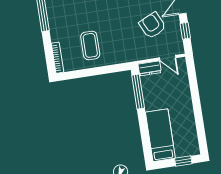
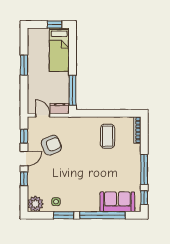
armchair: (152, 25) -> (51, 145), turned -88
window: (198, 112) -> (24, 65), added
window: (183, 161) -> (54, 24), moved

